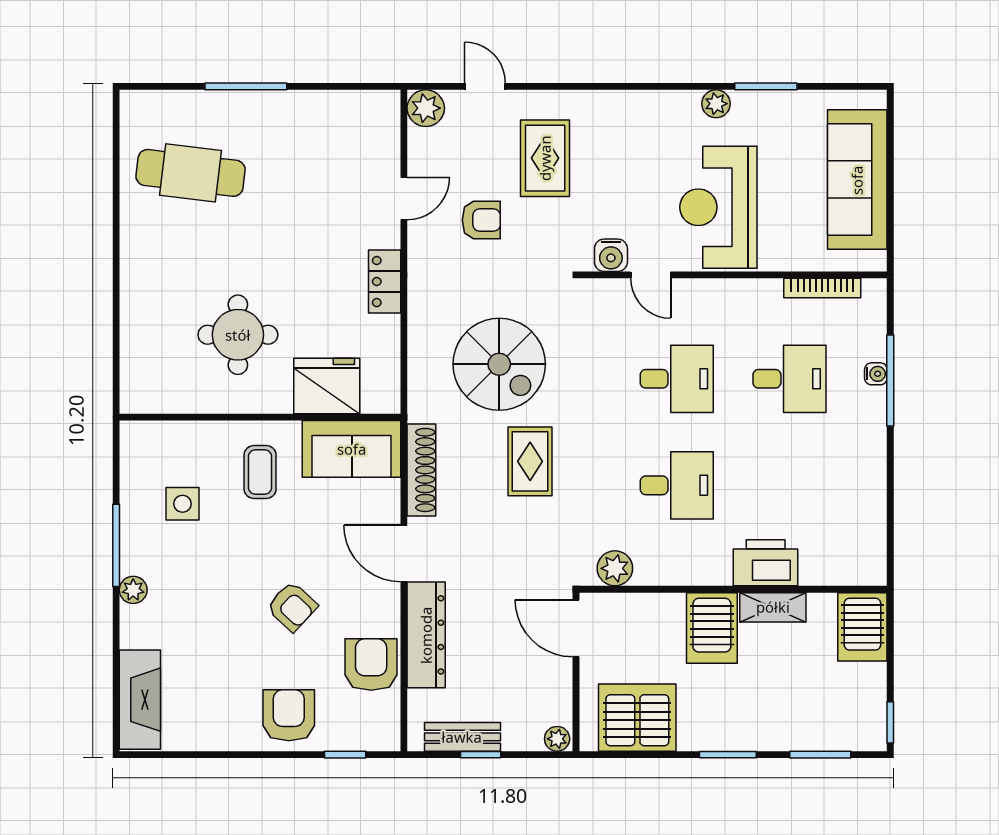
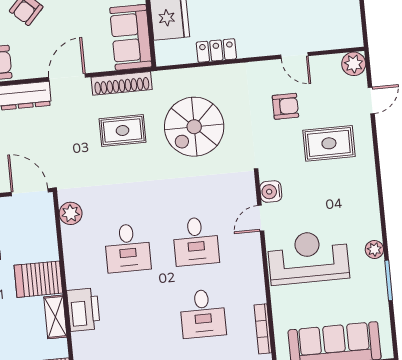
armchair: (481, 220) -> (285, 106), turned -90
locker: (385, 282) -> (216, 51), moved
rug: (530, 461) -> (123, 130), moved
door: (576, 628) -> (30, 192), hinge flipped

